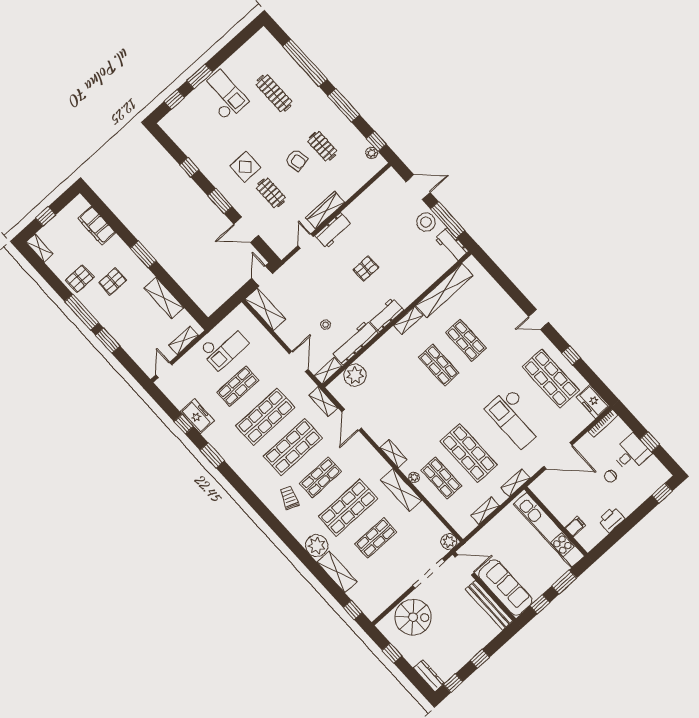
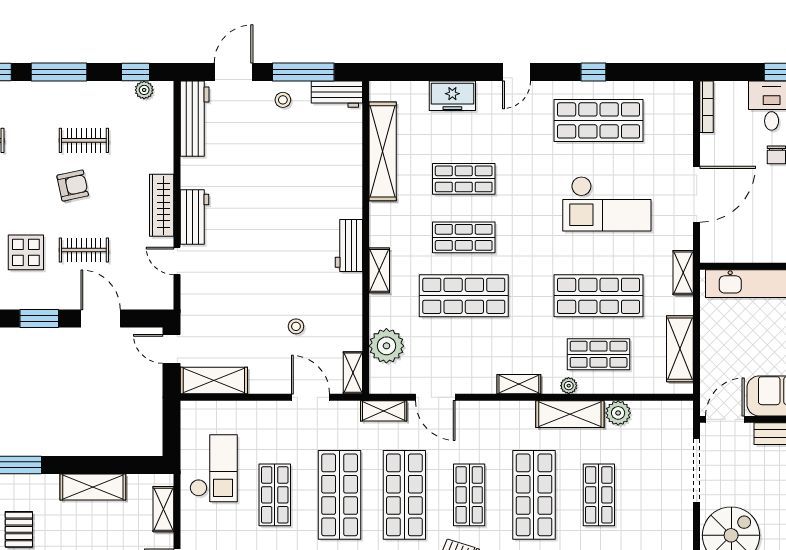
stool: (426, 222) -> (283, 100), width x0.53, depth x0.53
door: (246, 230) -> (101, 318), swing flipped
pallet: (366, 269) -> (273, 220), removed
shelving: (408, 320) -> (379, 270), moved
workbench: (355, 343) -> (195, 119), moved, turned 180
shop shelf: (411, 390) -> (464, 296), added
freezer: (593, 402) -> (452, 96), moved
shelving: (485, 511) -> (680, 349), width x1.50, depth x1.33
plant: (449, 542) -> (618, 413), moved

